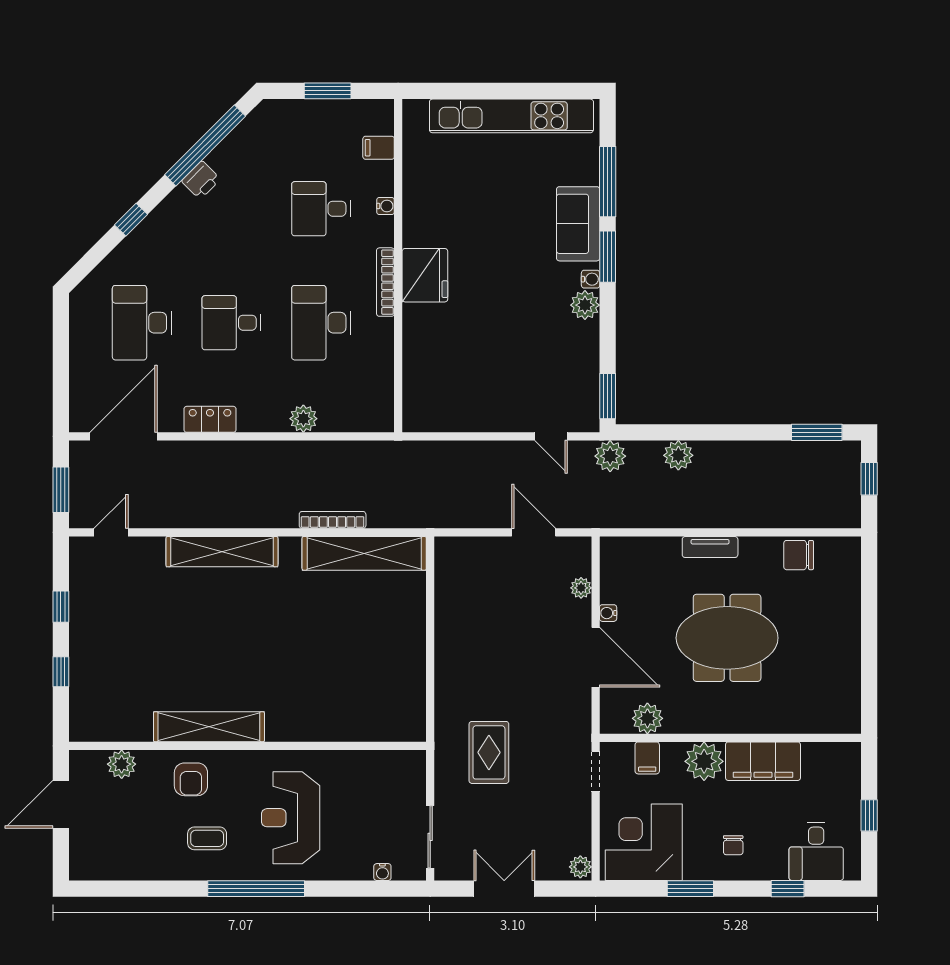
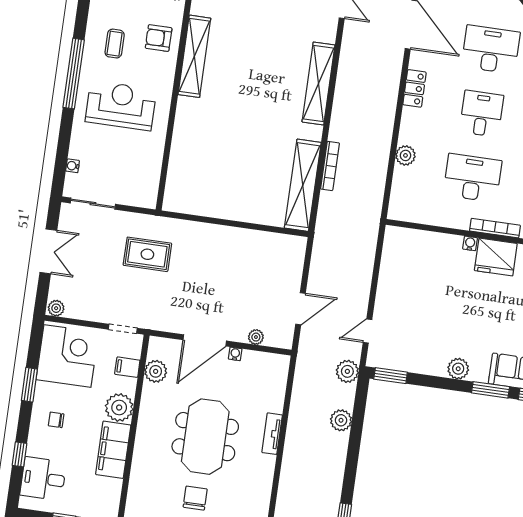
water cooler: (591, 279) -> (470, 243), moved, turned 180
chair: (799, 555) -> (195, 498), moved

